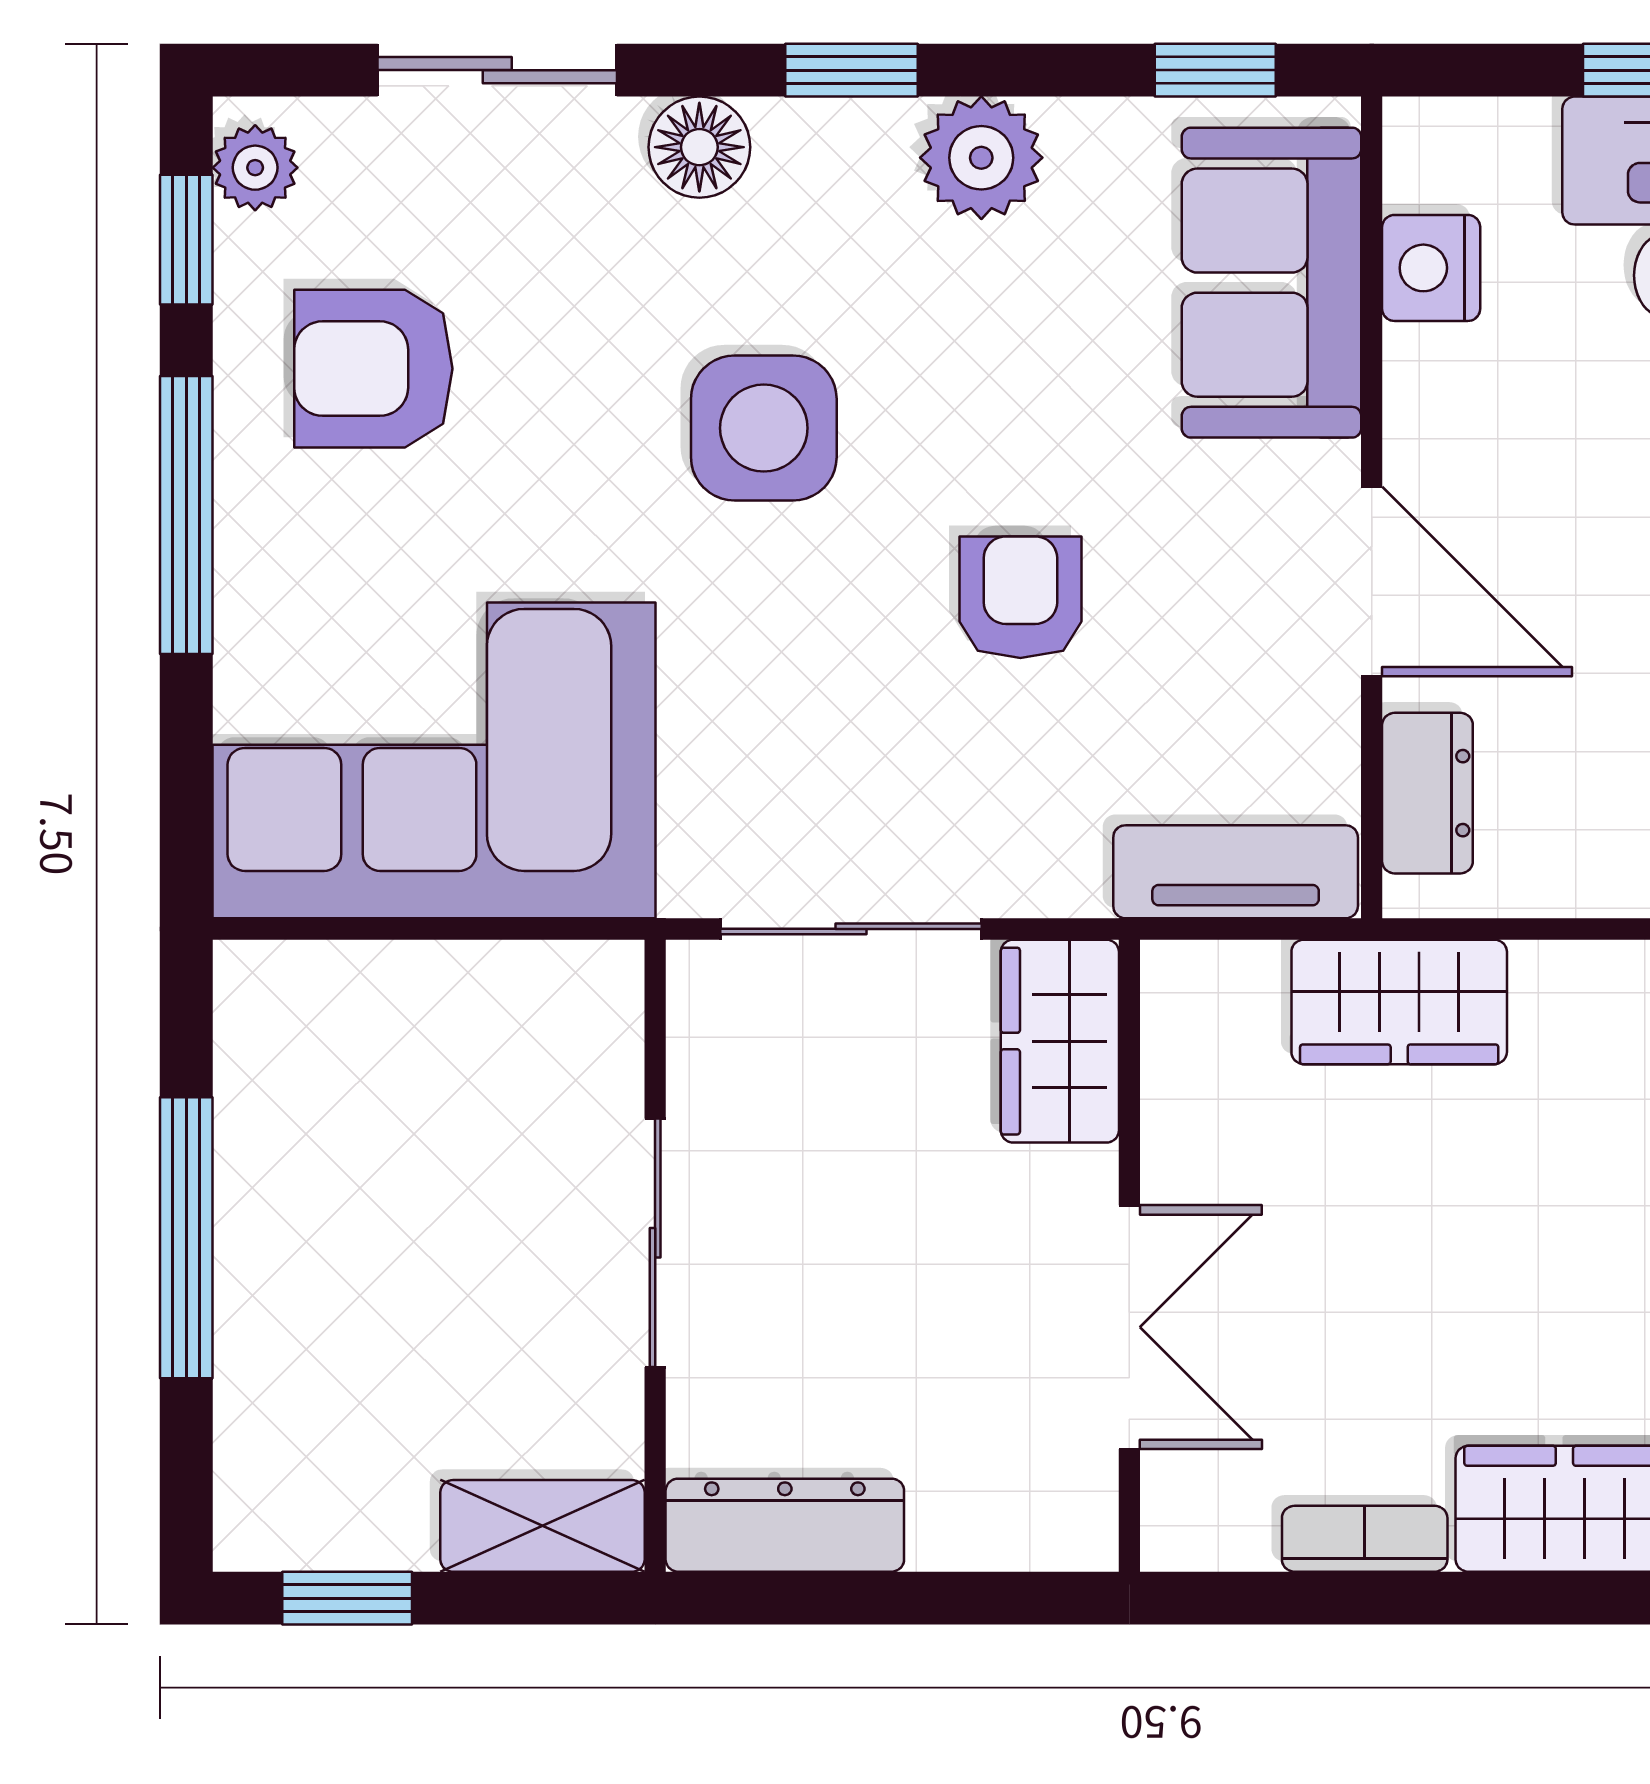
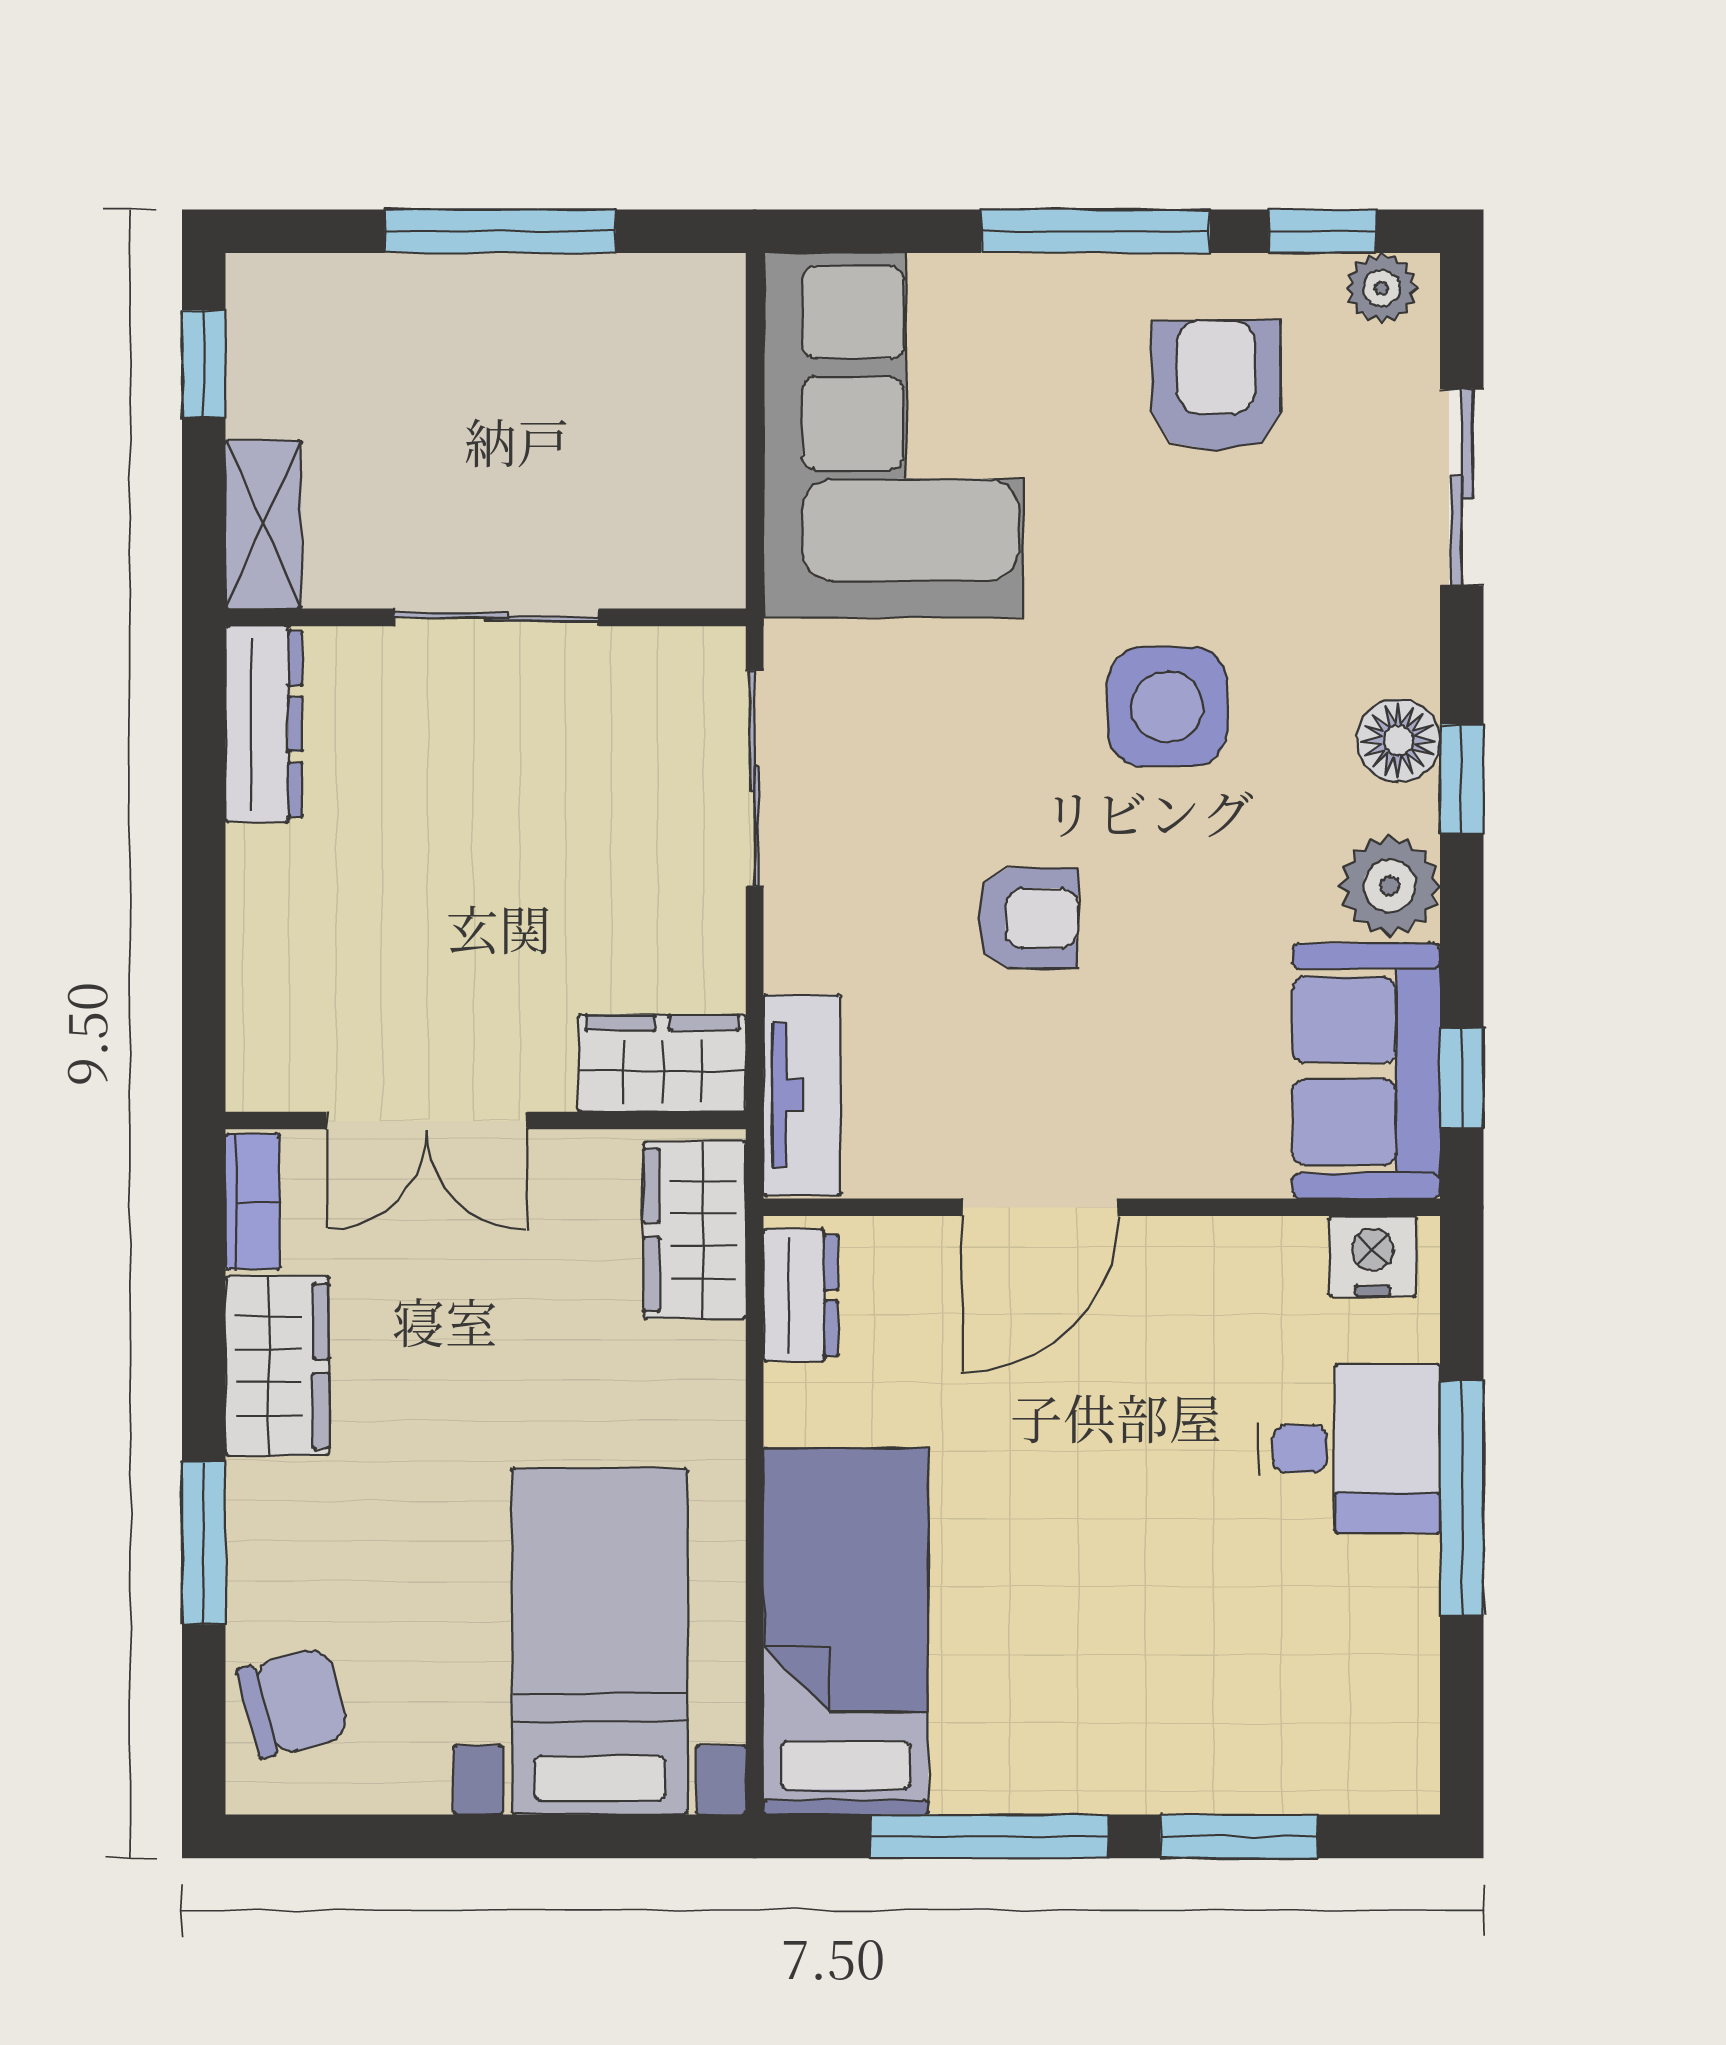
floor lamp: (699, 147) -> (1398, 740), moved
nightstand: (1431, 268) -> (1373, 1256), moved
sofa: (1271, 283) -> (1366, 1071), moved, turned -90
dresser: (1427, 793) -> (801, 1295), moved, turned -90
wardrobe: (1060, 1041) -> (662, 1063), moved
wall: (1129, 1256) -> (486, 1121), moved
double door: (1129, 1327) -> (427, 1121), moved

